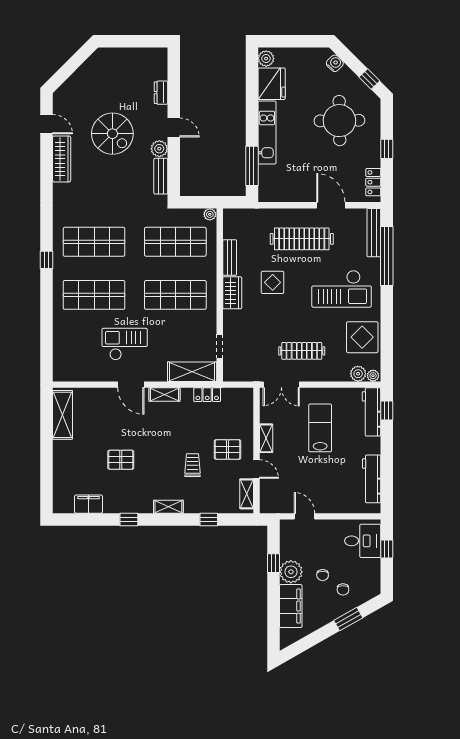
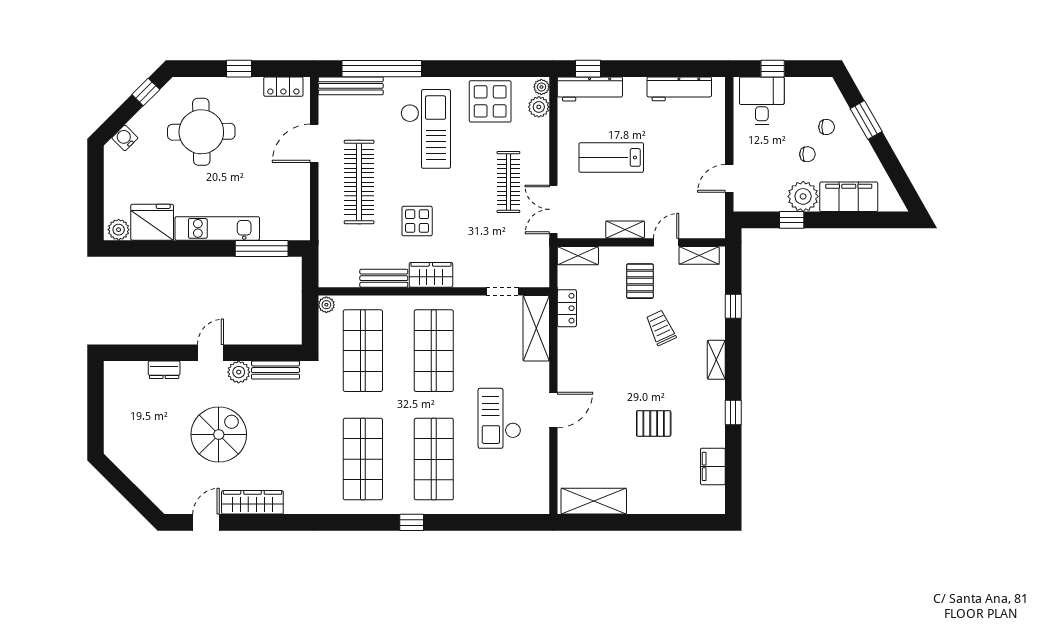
window: (47, 260) -> (412, 522), moved
double door: (281, 385) -> (553, 209), swing flipped
shelving: (165, 395) -> (578, 256), moved, turned 90
pallet: (121, 460) -> (654, 423), turned 90
trolley: (192, 465) -> (661, 328), turned 65

